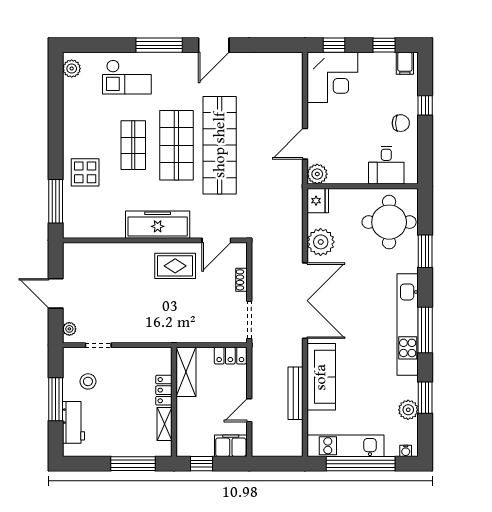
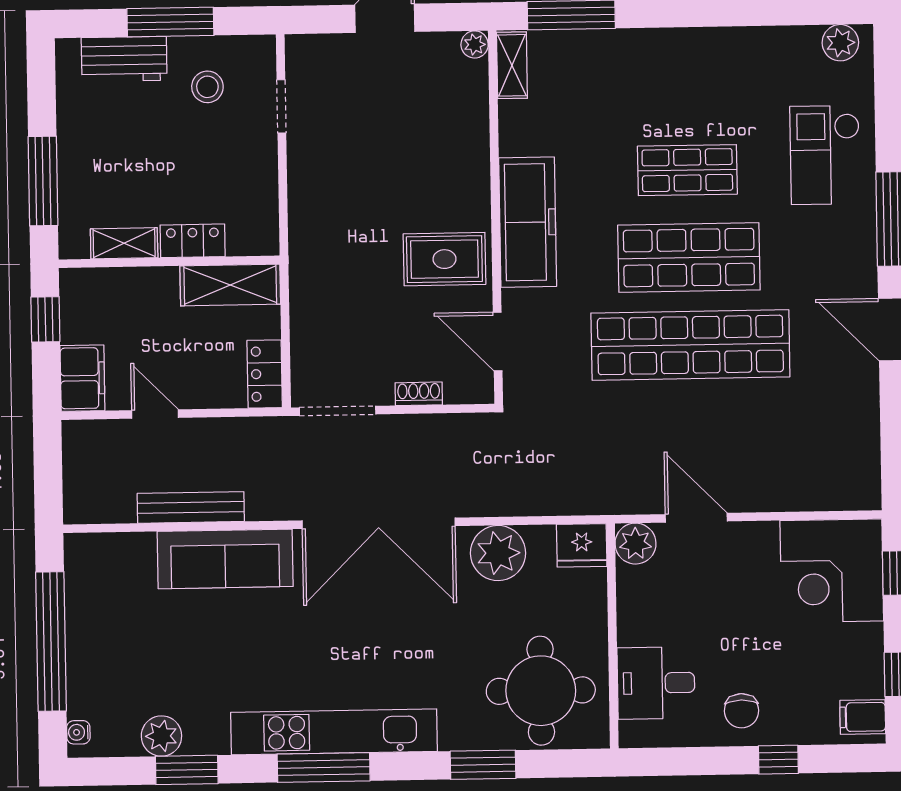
display table: (85, 172) -> (630, 74), removed
shelving: (80, 231) -> (512, 65), added
rug: (175, 266) -> (444, 259), turned 90
plant: (69, 329) -> (475, 44), moved
kitchen unit: (345, 446) -> (86, 610), removed

